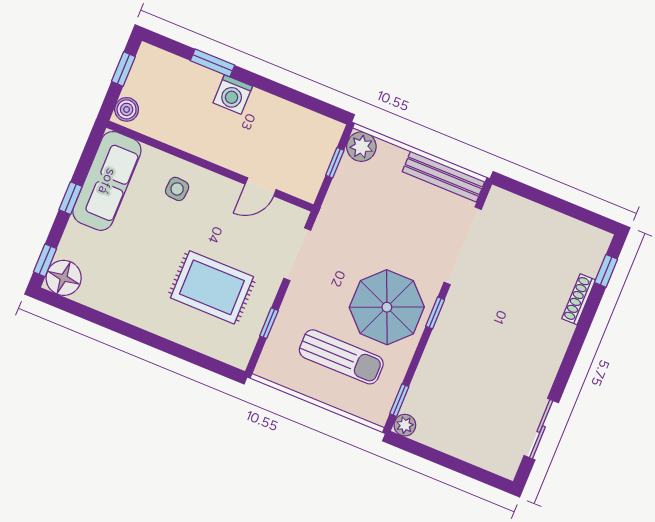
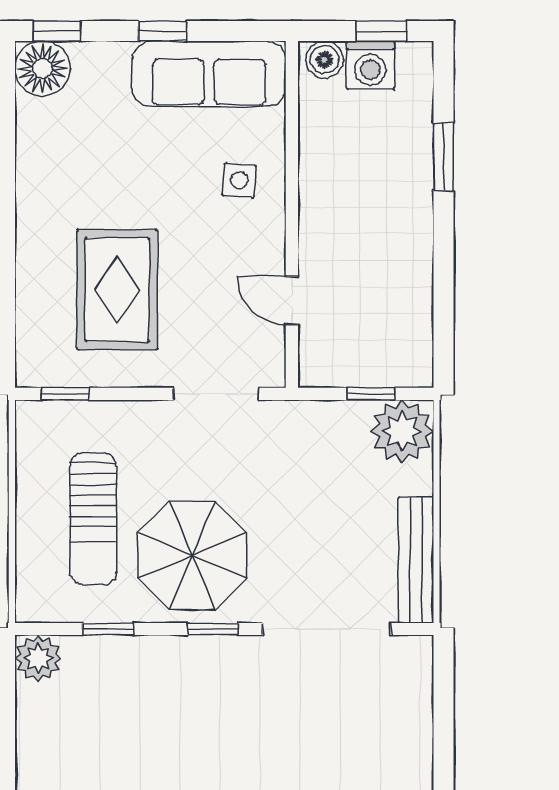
washing machine: (233, 94) -> (370, 65), moved, turned -90
plant: (361, 147) -> (402, 431), width x1.36, depth x1.36
window: (269, 323) -> (65, 394), moved
window: (399, 400) -> (108, 629), moved
plant: (405, 425) -> (38, 658), width x1.38, depth x1.38

